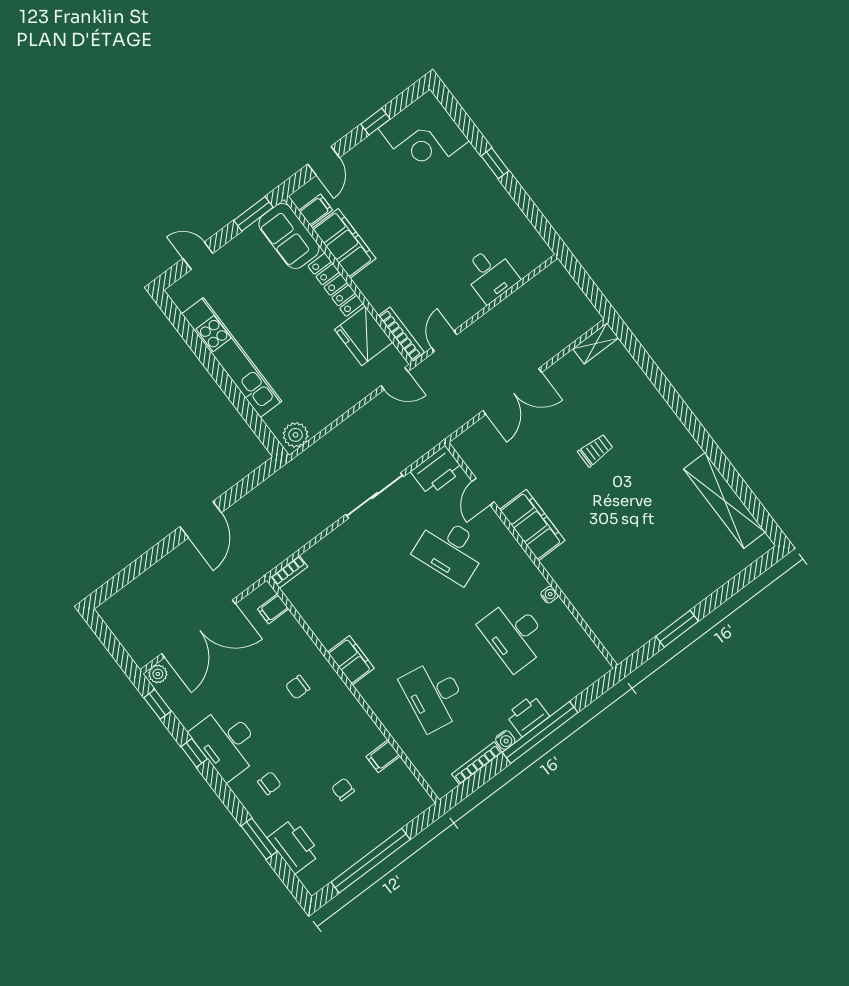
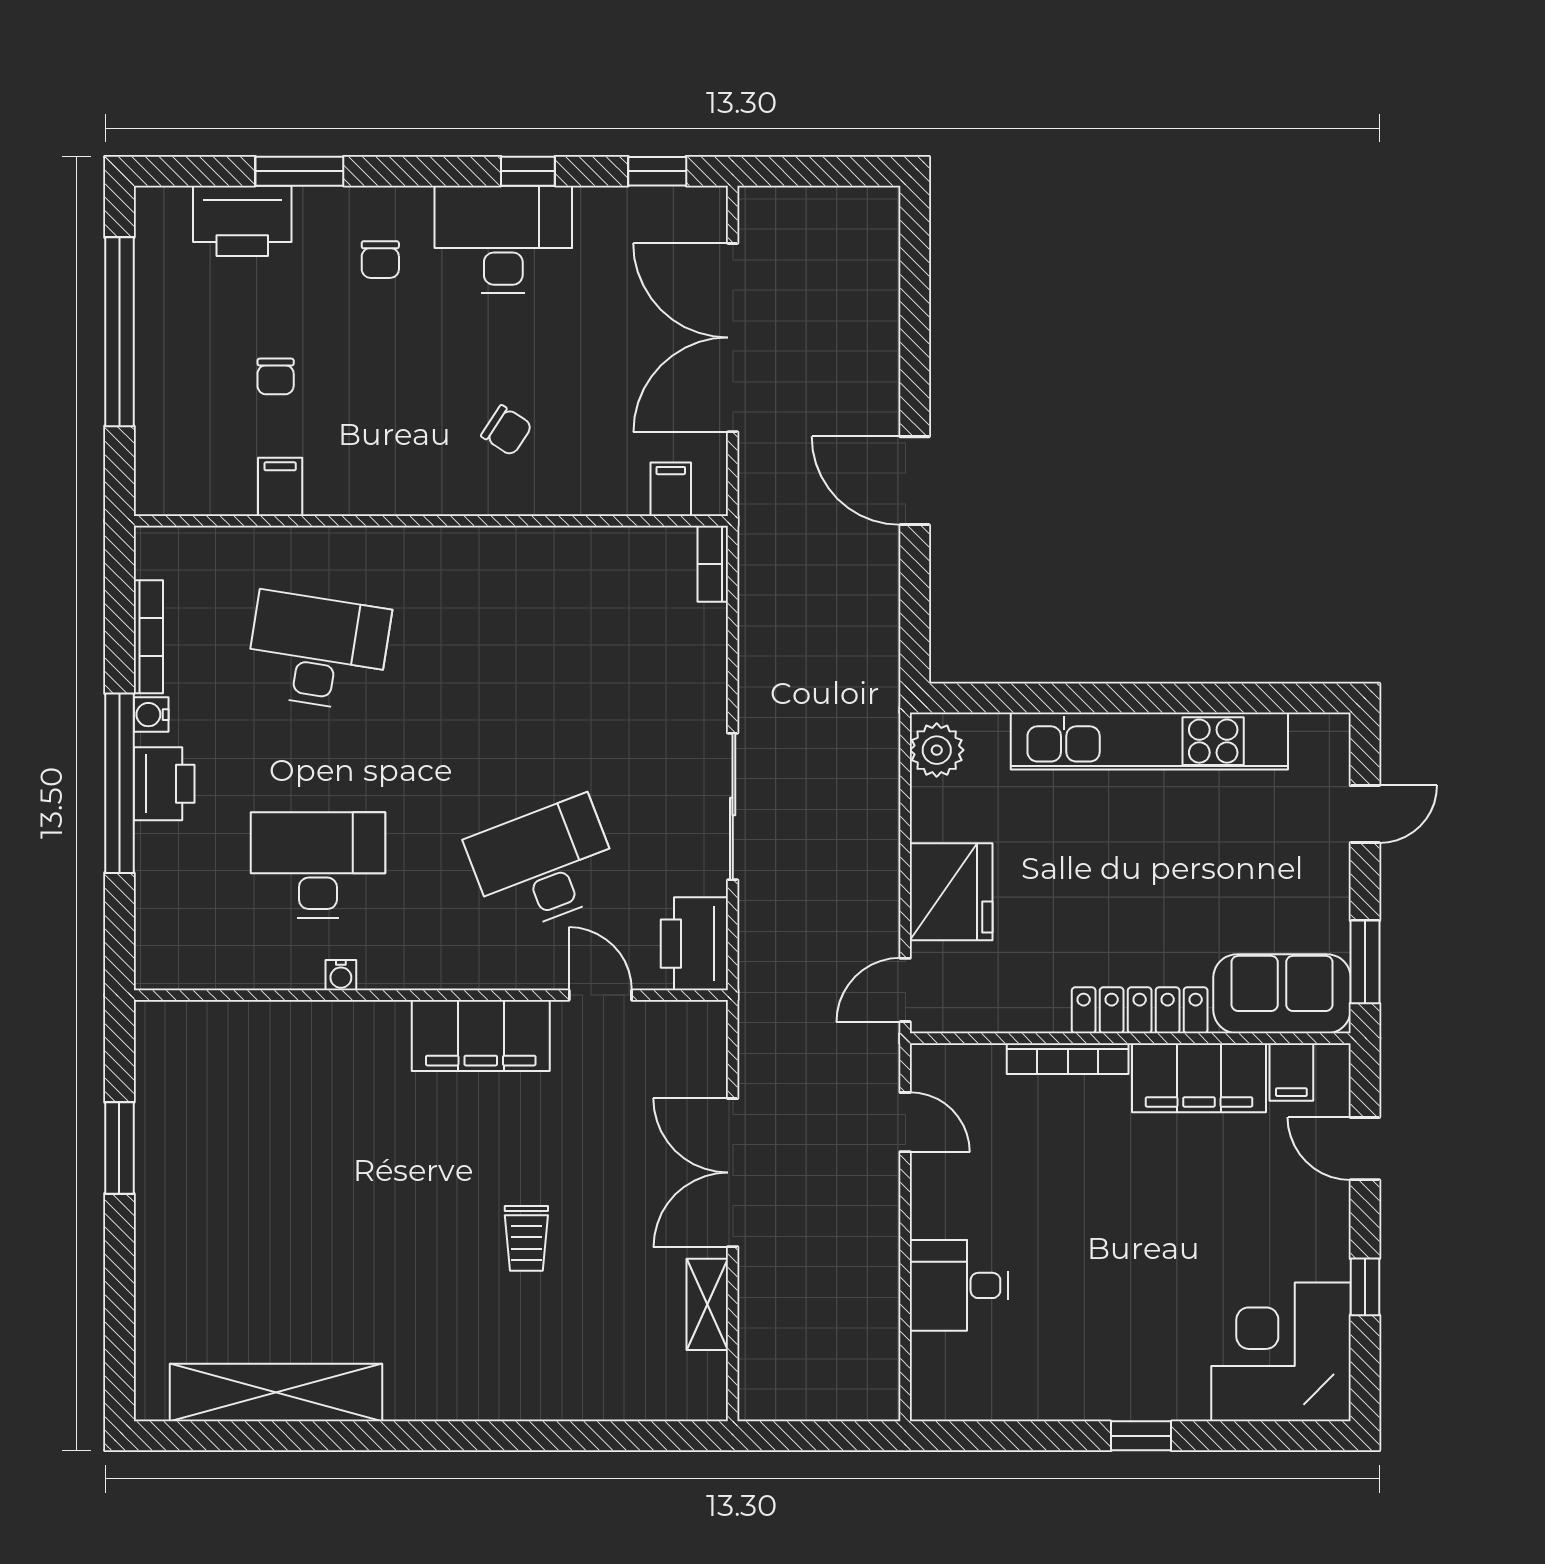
bookcase: (401, 334) -> (1068, 1059), moved
fridge: (364, 336) -> (951, 892), moved, turned 90
shelving: (596, 343) -> (707, 1304), moved
filing cabinet: (351, 660) -> (484, 555), removed
plant: (158, 674) -> (708, 211), removed
chair: (298, 687) -> (507, 430), turned 123
chair: (343, 789) -> (276, 376), turned 90

